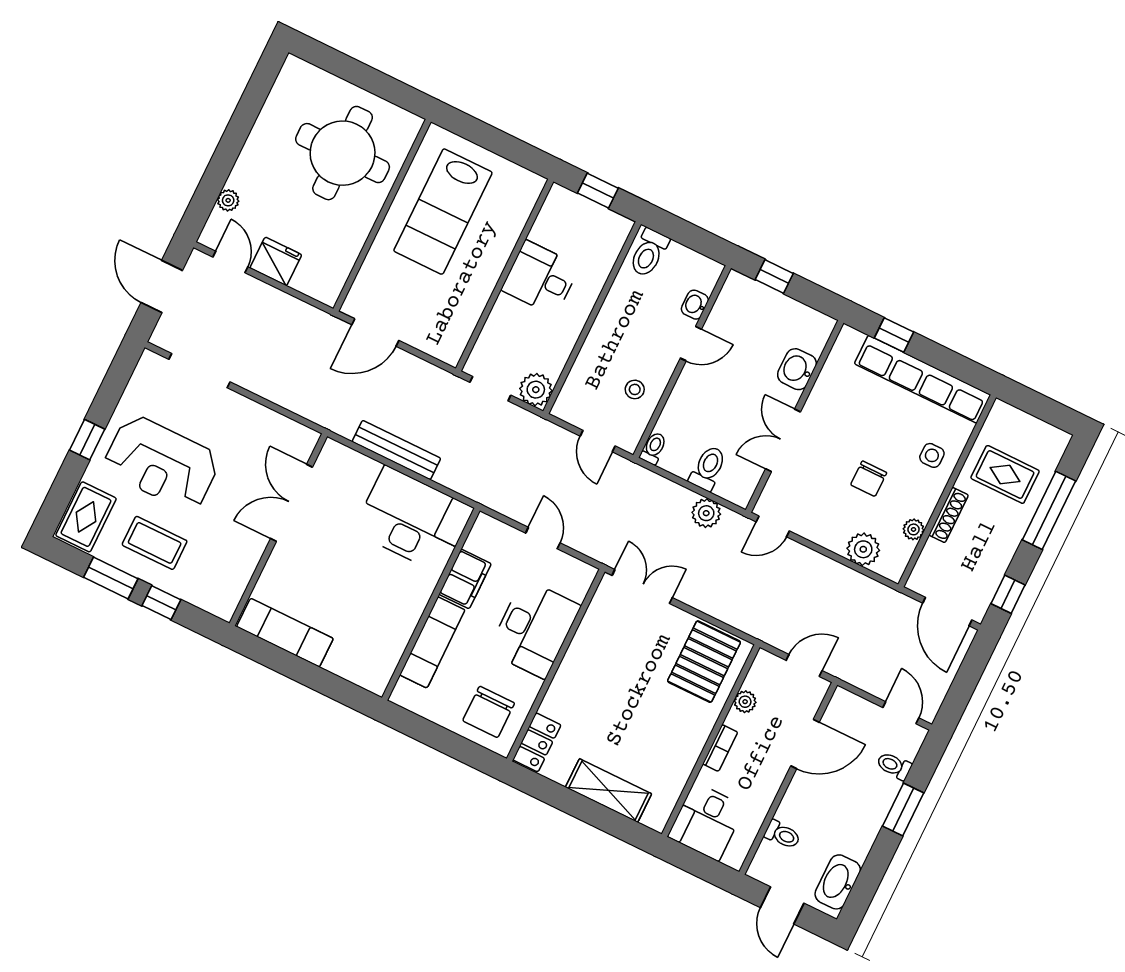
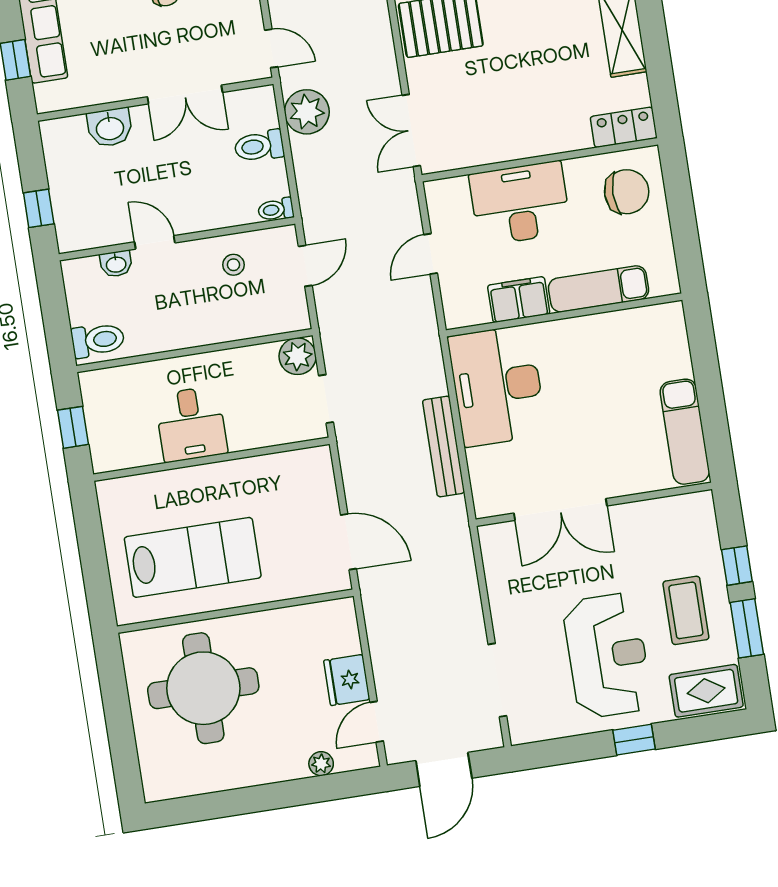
plant: (706, 513) -> (307, 112), width x1.36, depth x1.36

